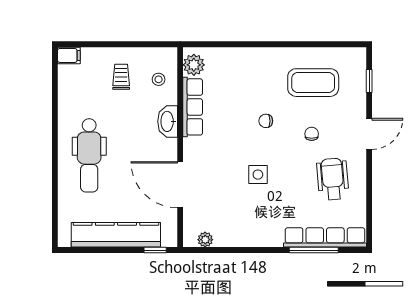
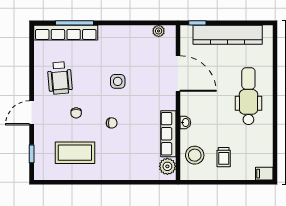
stool: (159, 79) -> (195, 155), width x1.89, depth x1.89
washbasin: (168, 121) -> (185, 123), width x0.52, depth x0.69

